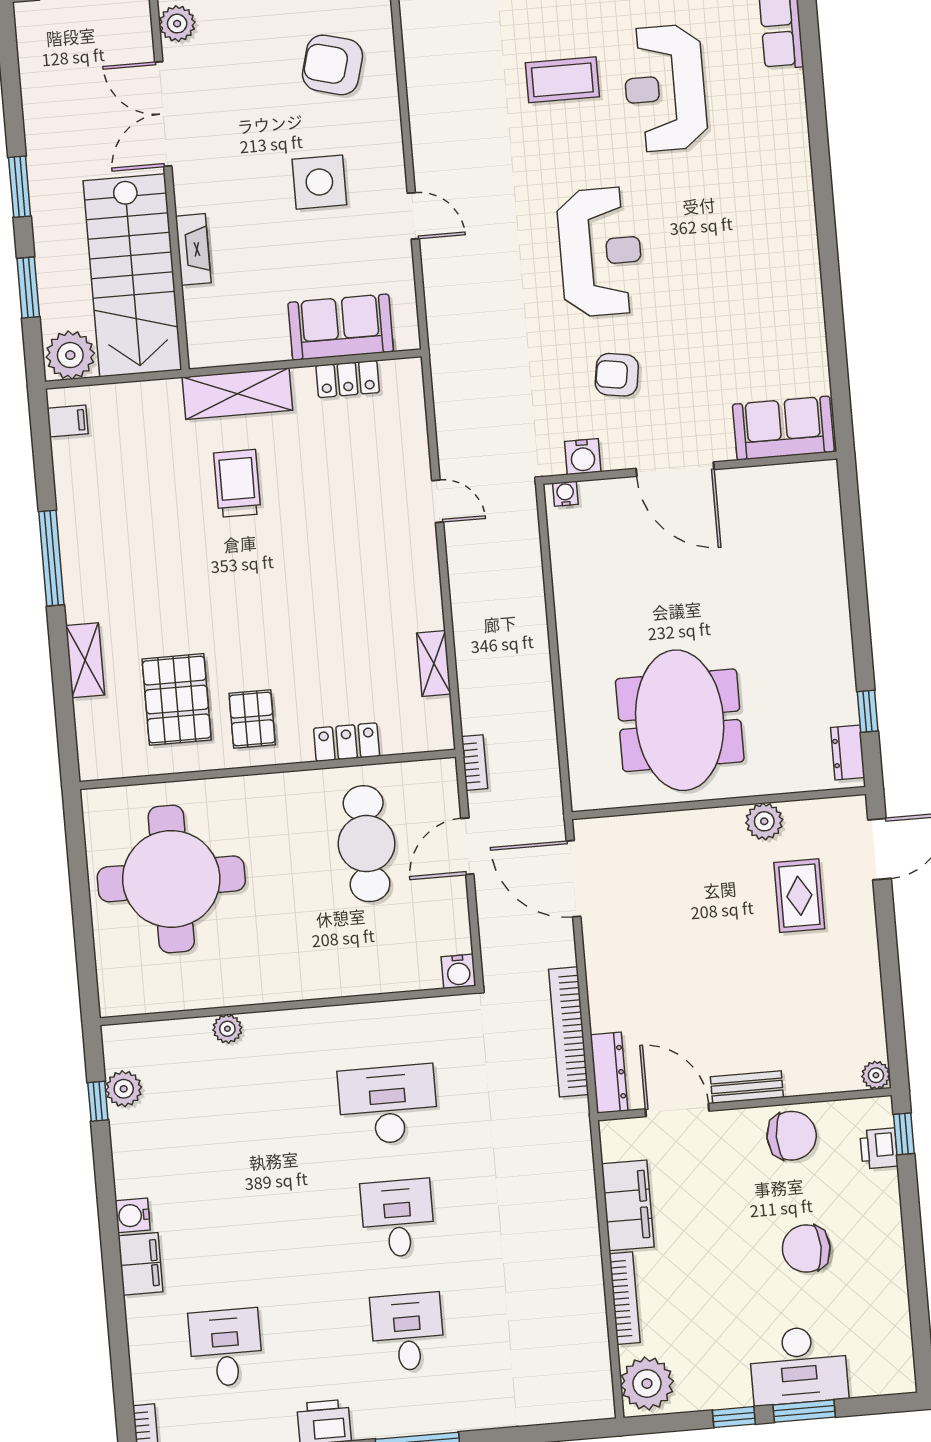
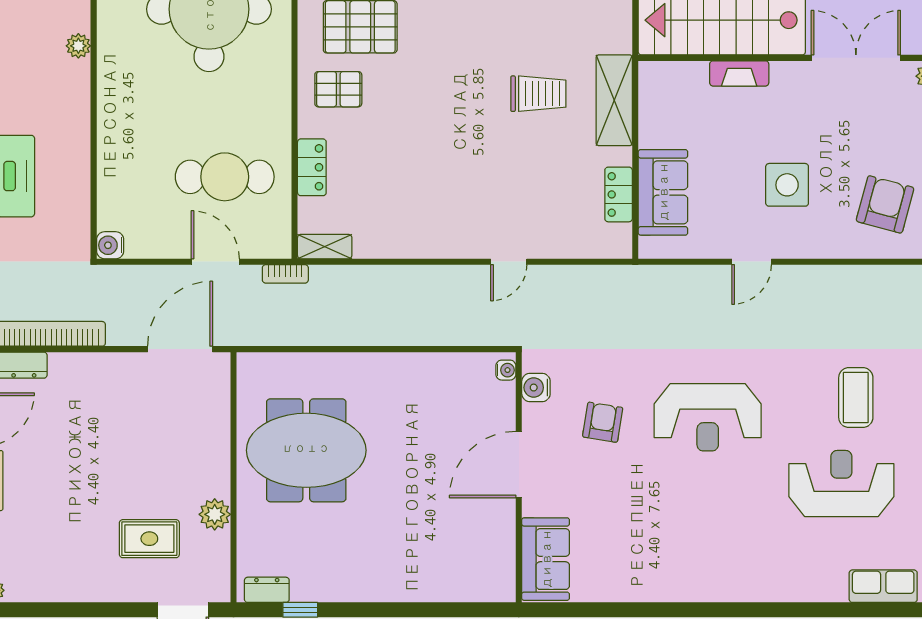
shelving: (434, 664) -> (325, 247), moved

